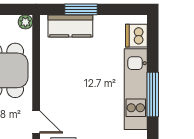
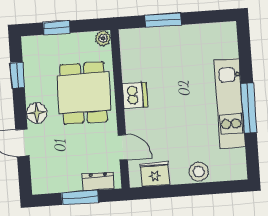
kitchen counter: (70, 26) -> (153, 39), removed
dishwasher: (136, 36) -> (135, 95), moved, turned 180

